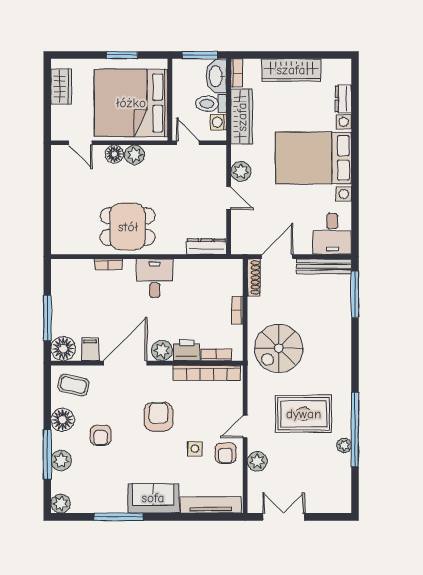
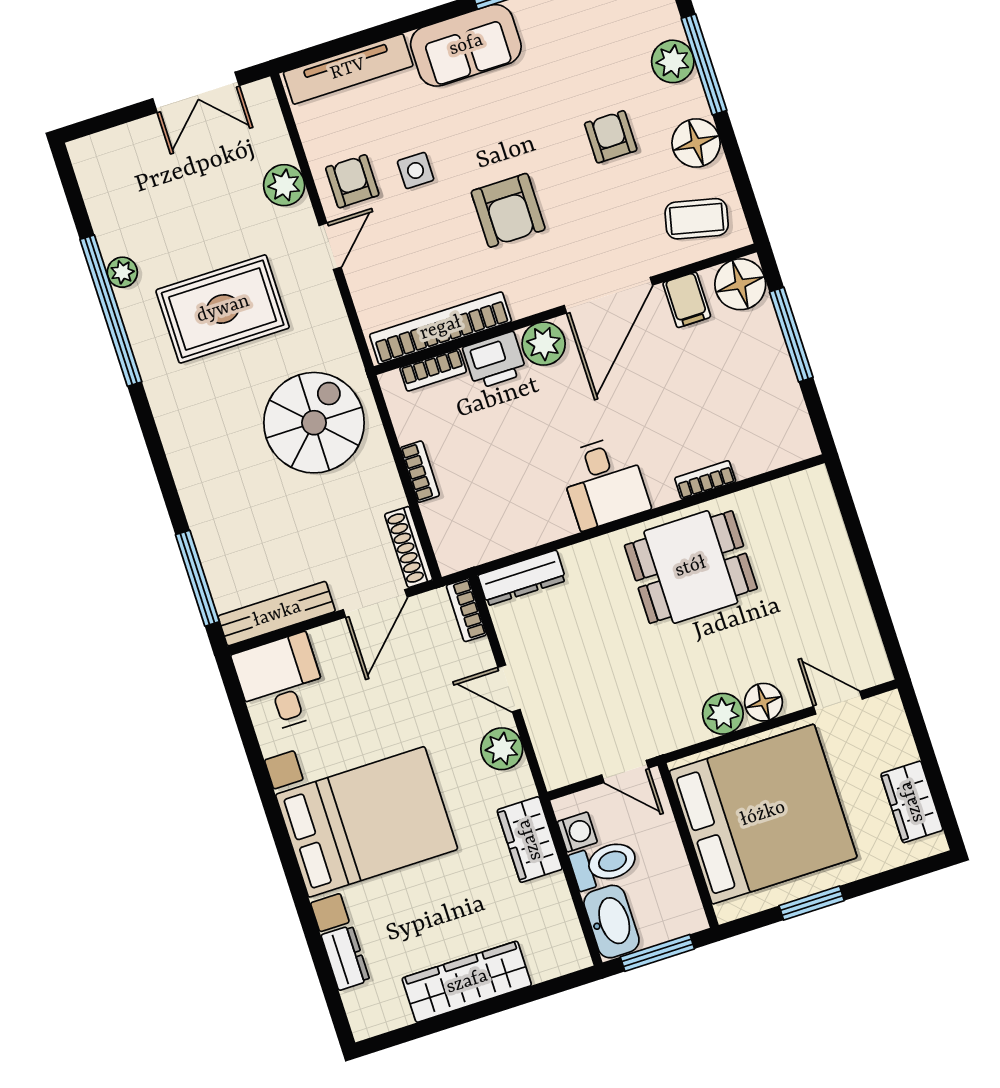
bookcase: (237, 73) -> (466, 610), moved
wardrobe: (242, 117) -> (530, 840), width x0.67

